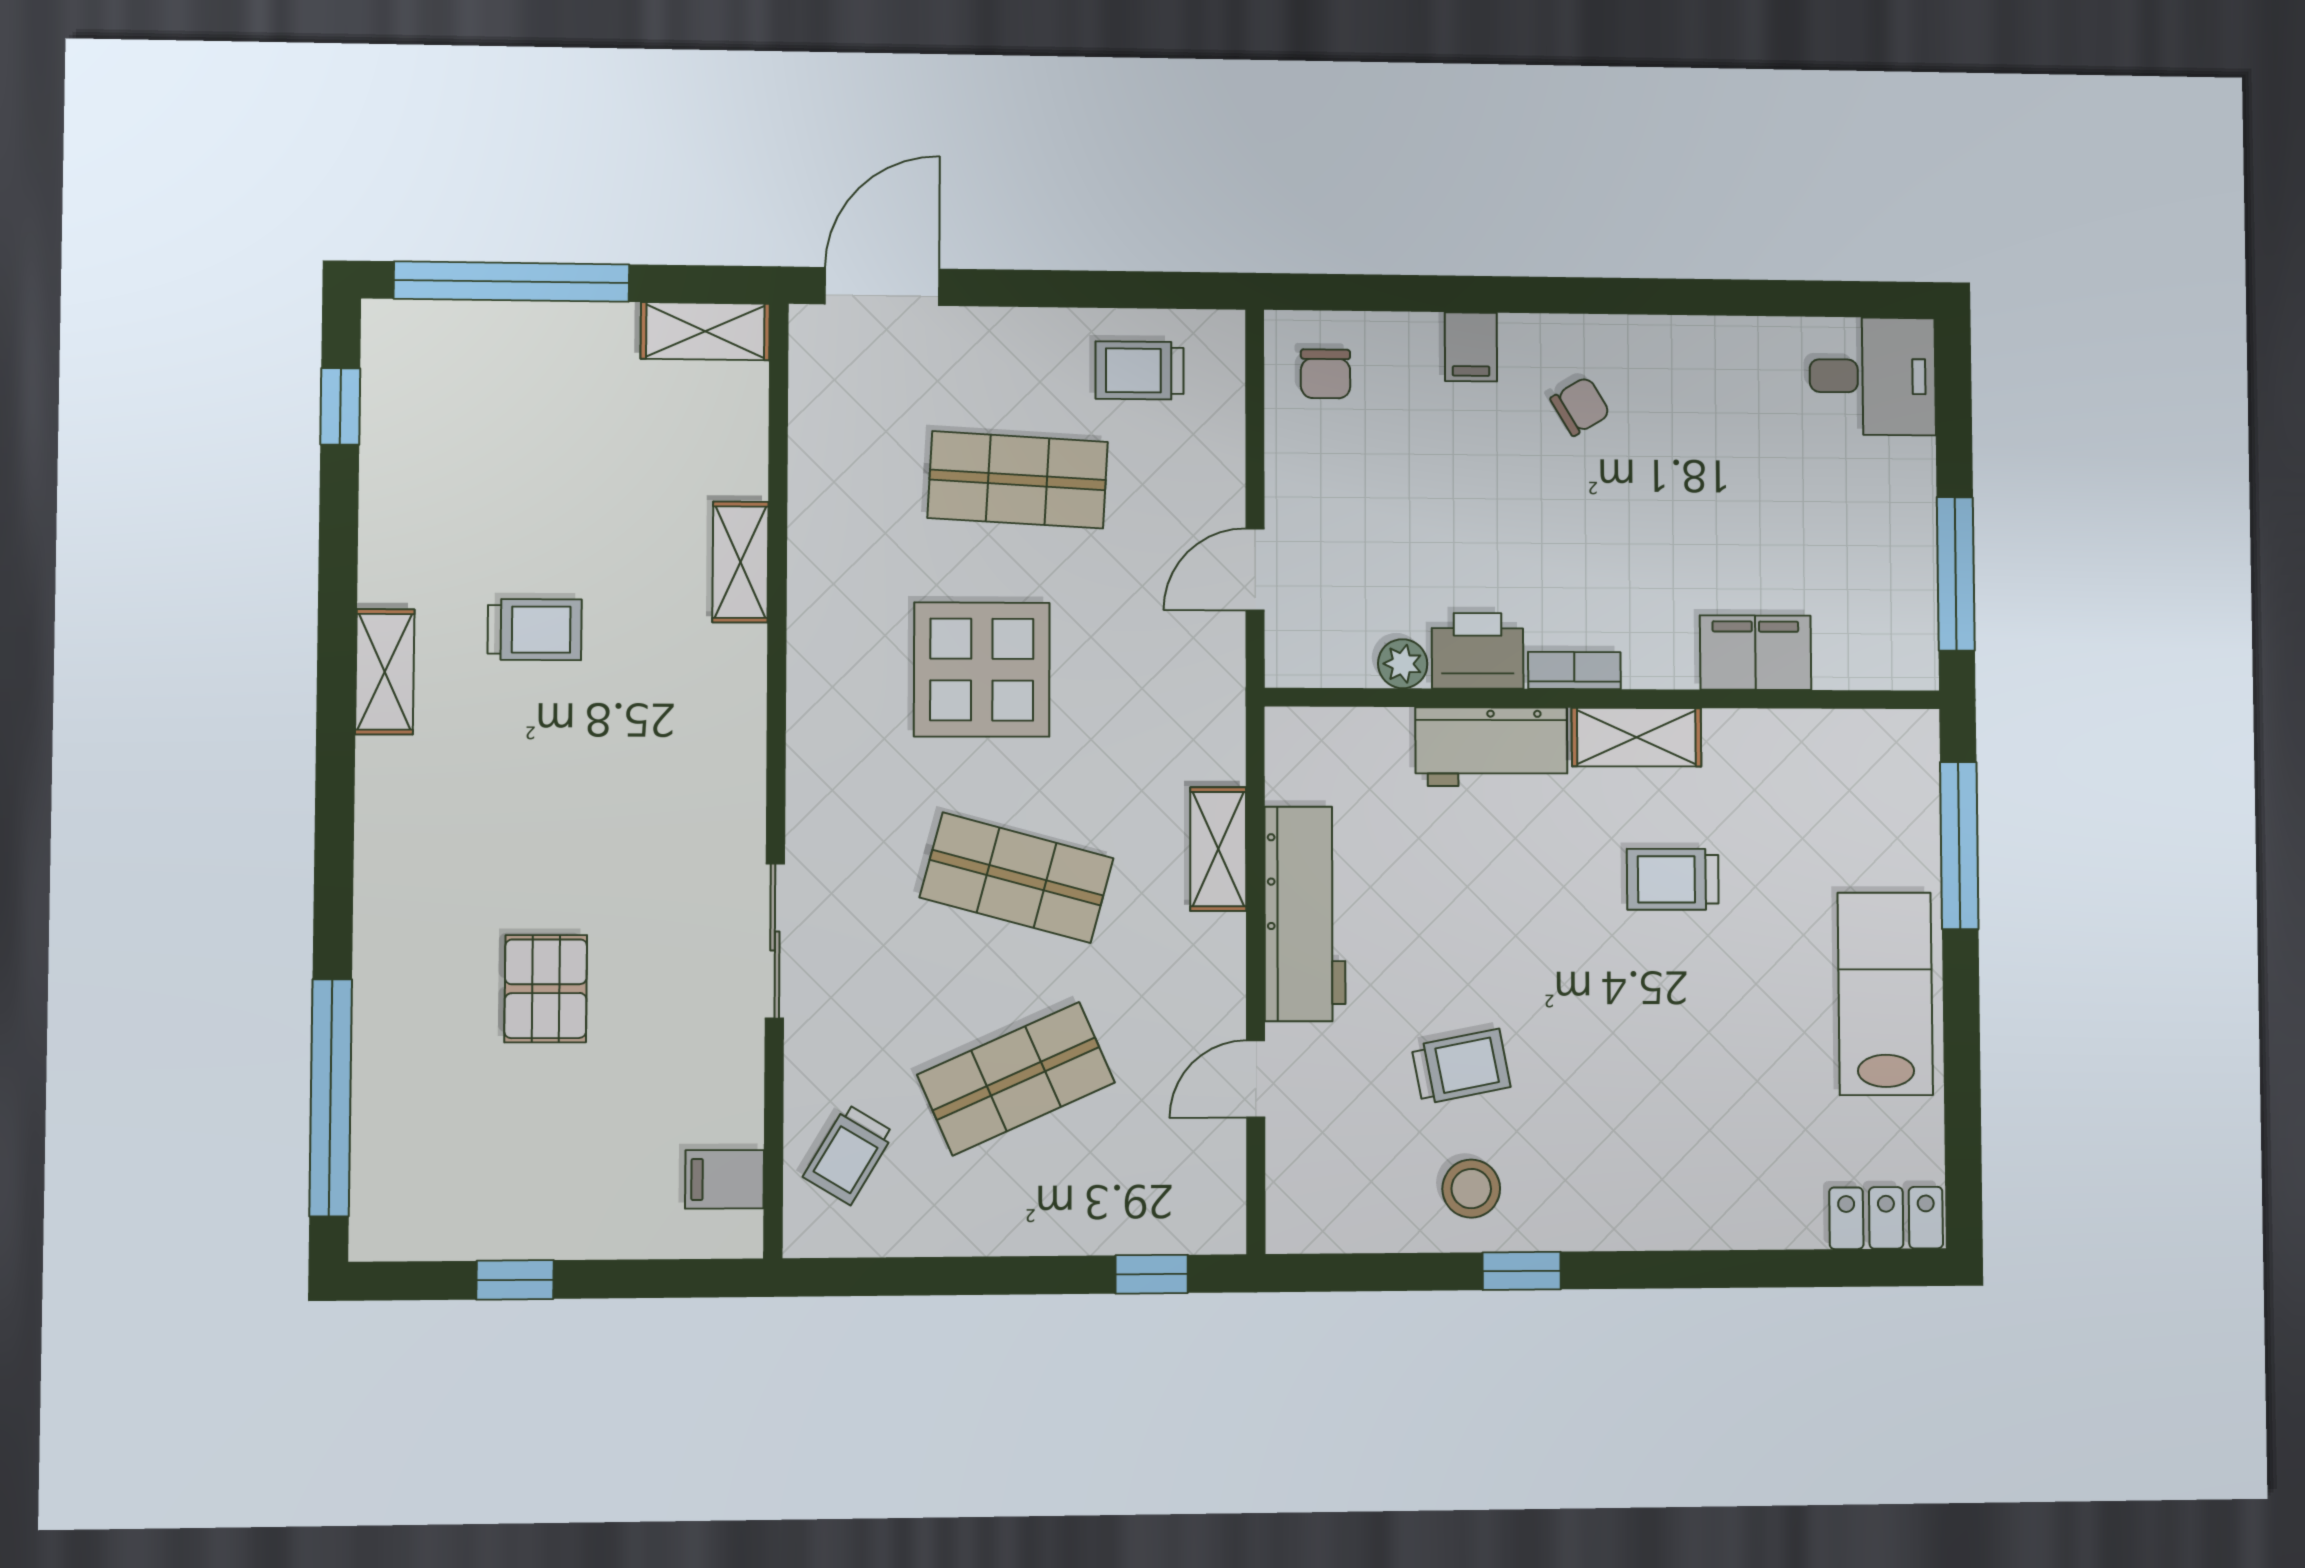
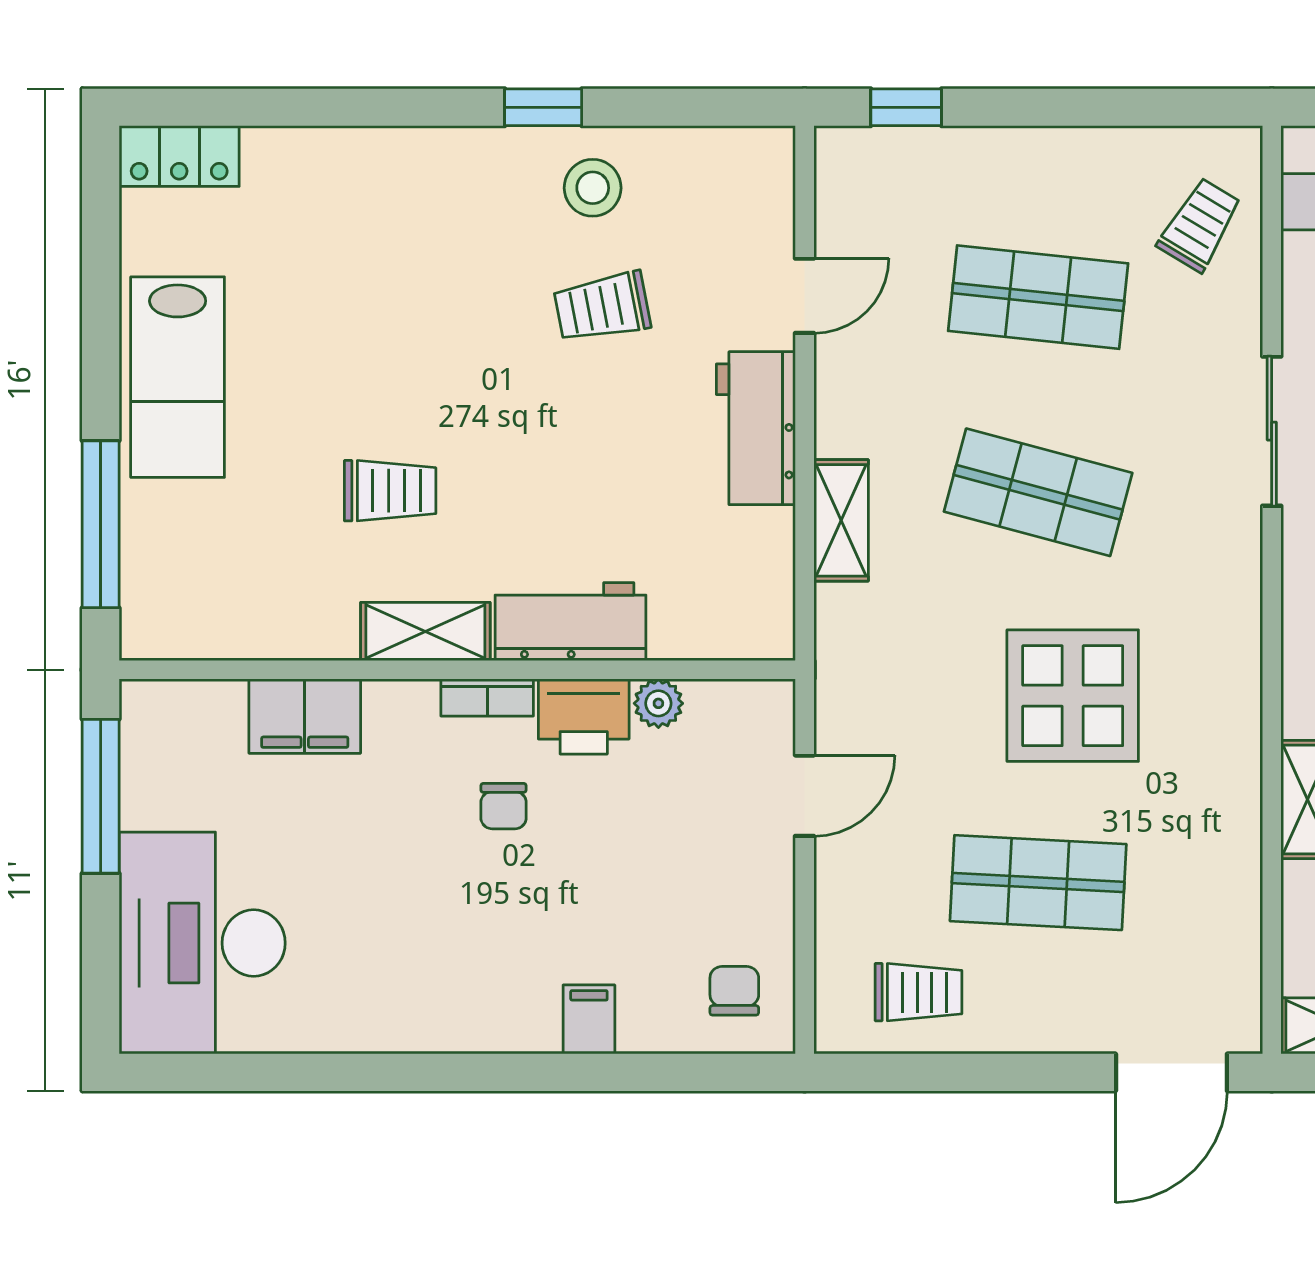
desk: (1873, 376) -> (202, 943), width x1.87, depth x1.30
chair: (1580, 406) -> (504, 806), moved, turned -59
workbench: (1305, 914) -> (756, 428), width x0.73
shop shelf: (1016, 1079) -> (1038, 297), turned 30

